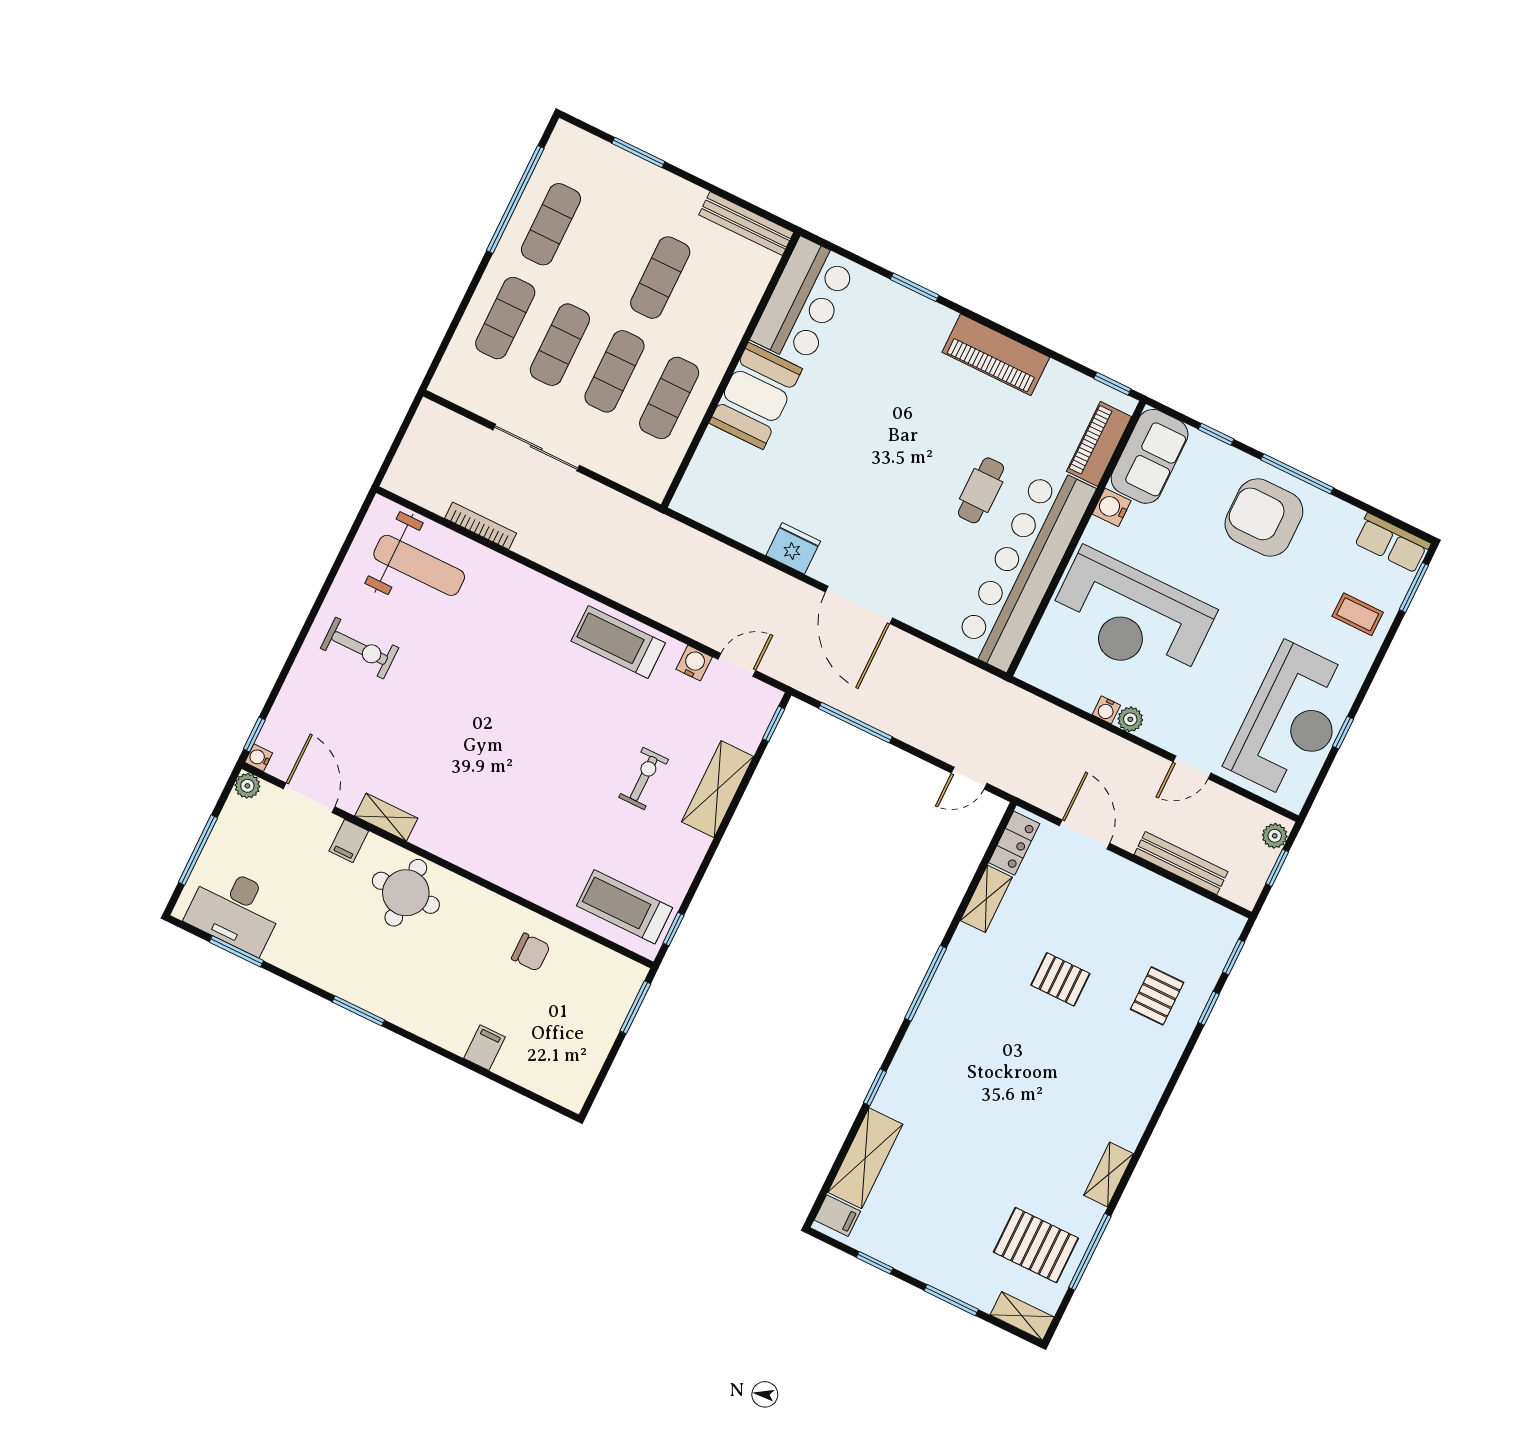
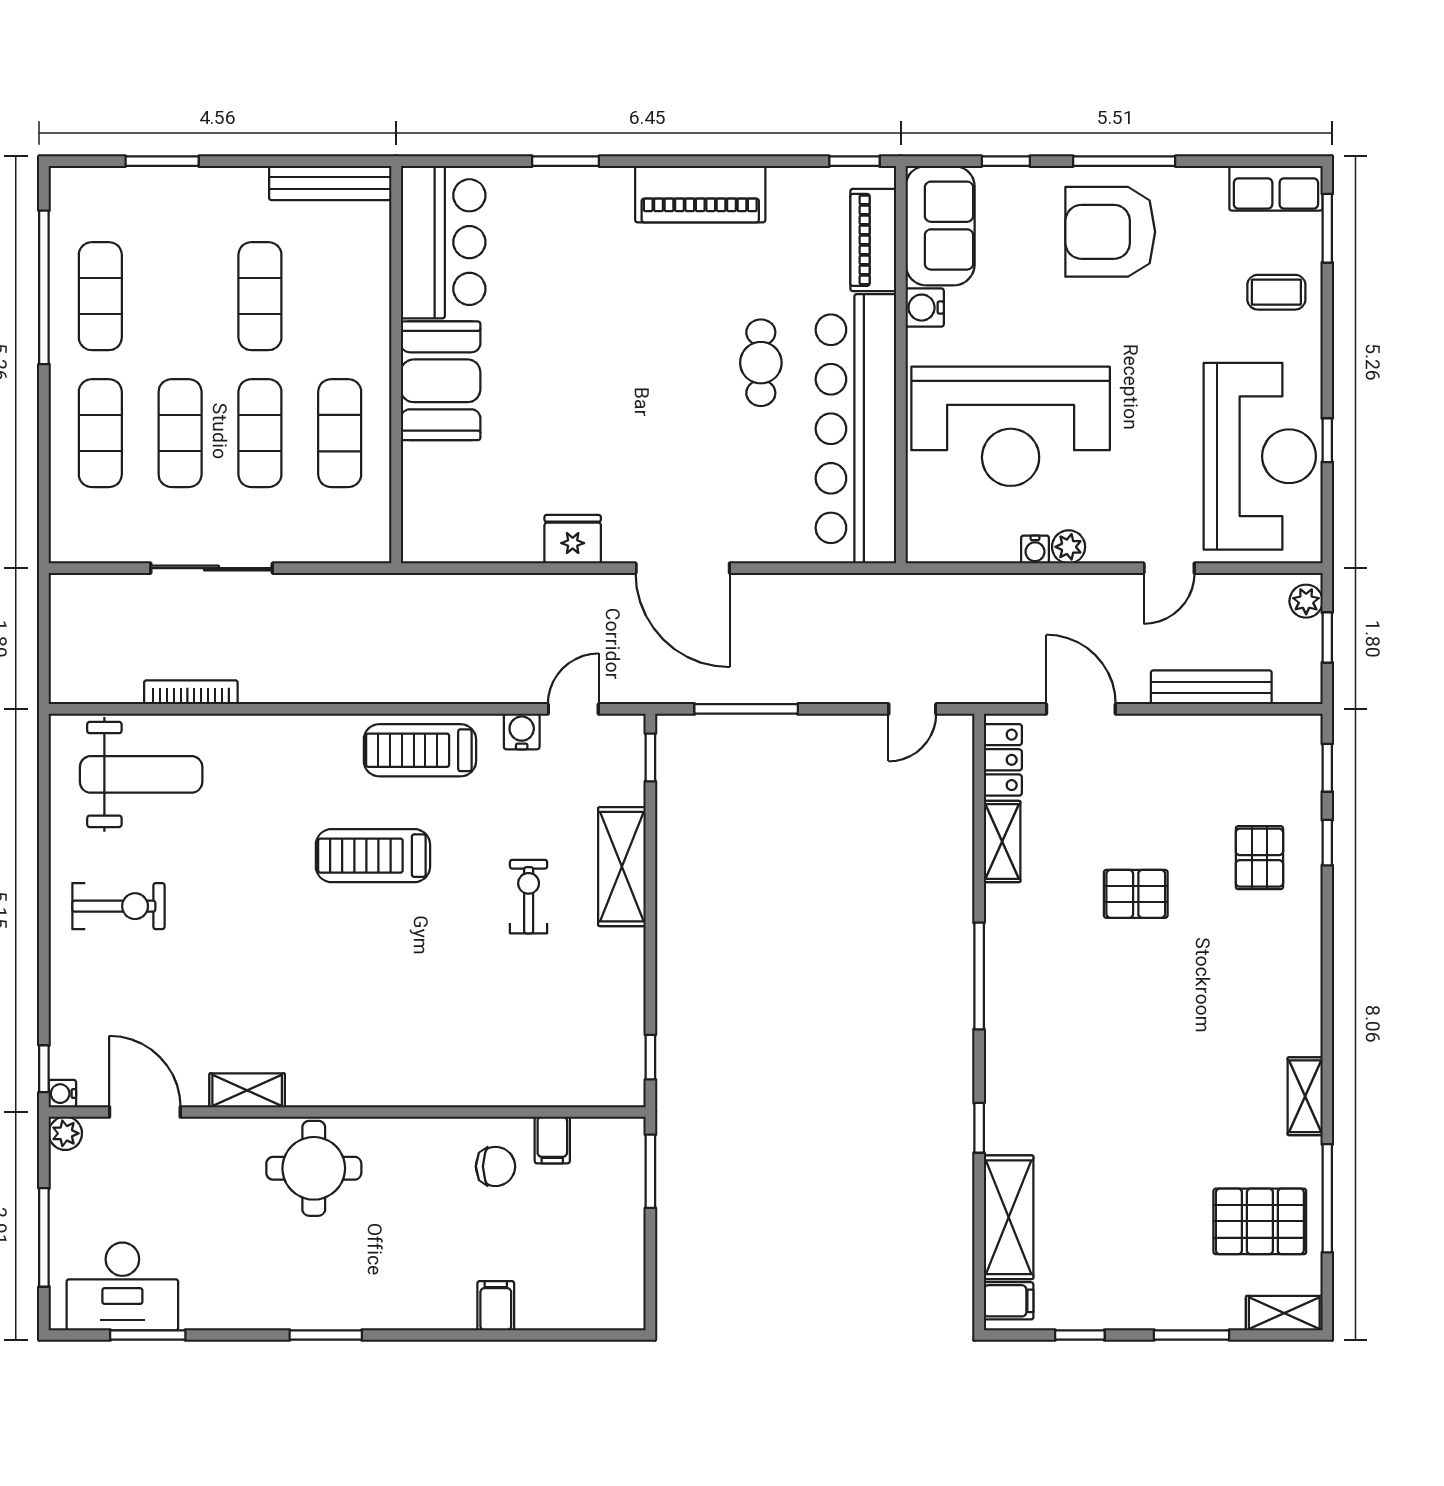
filing cabinet: (349, 841) -> (552, 1140), moved
treadmill: (625, 907) -> (373, 856), moved

